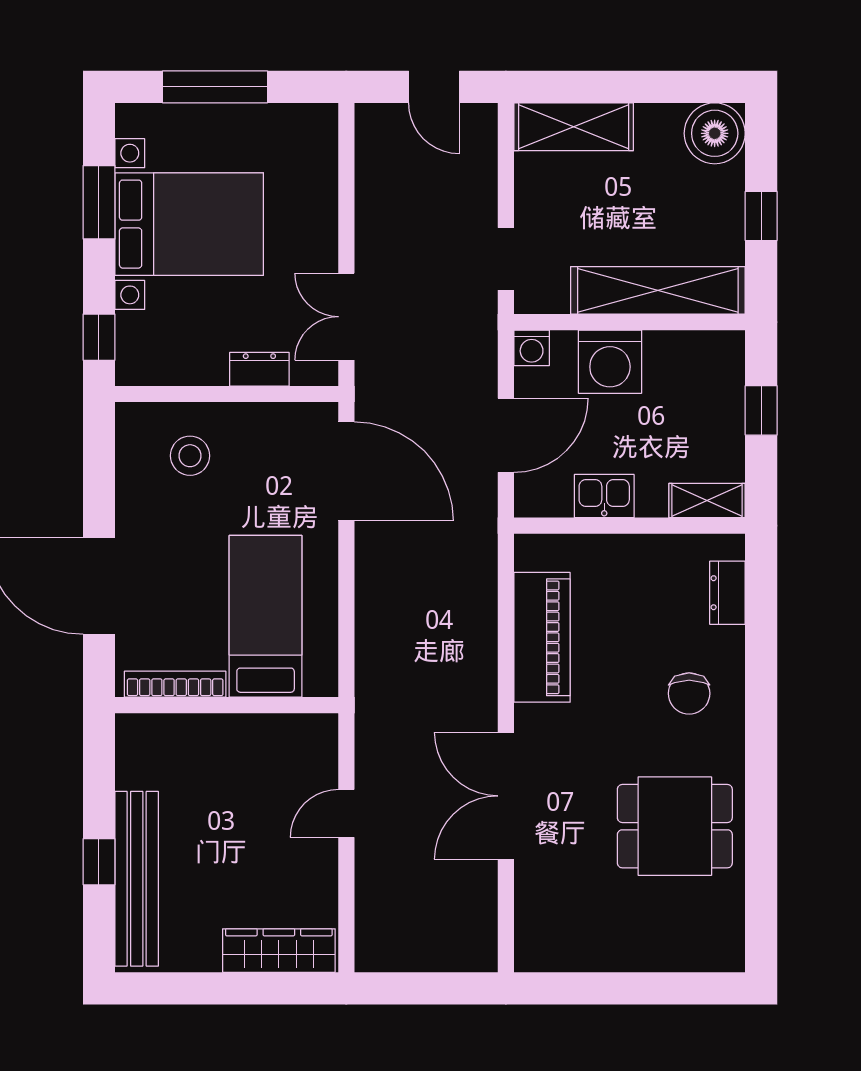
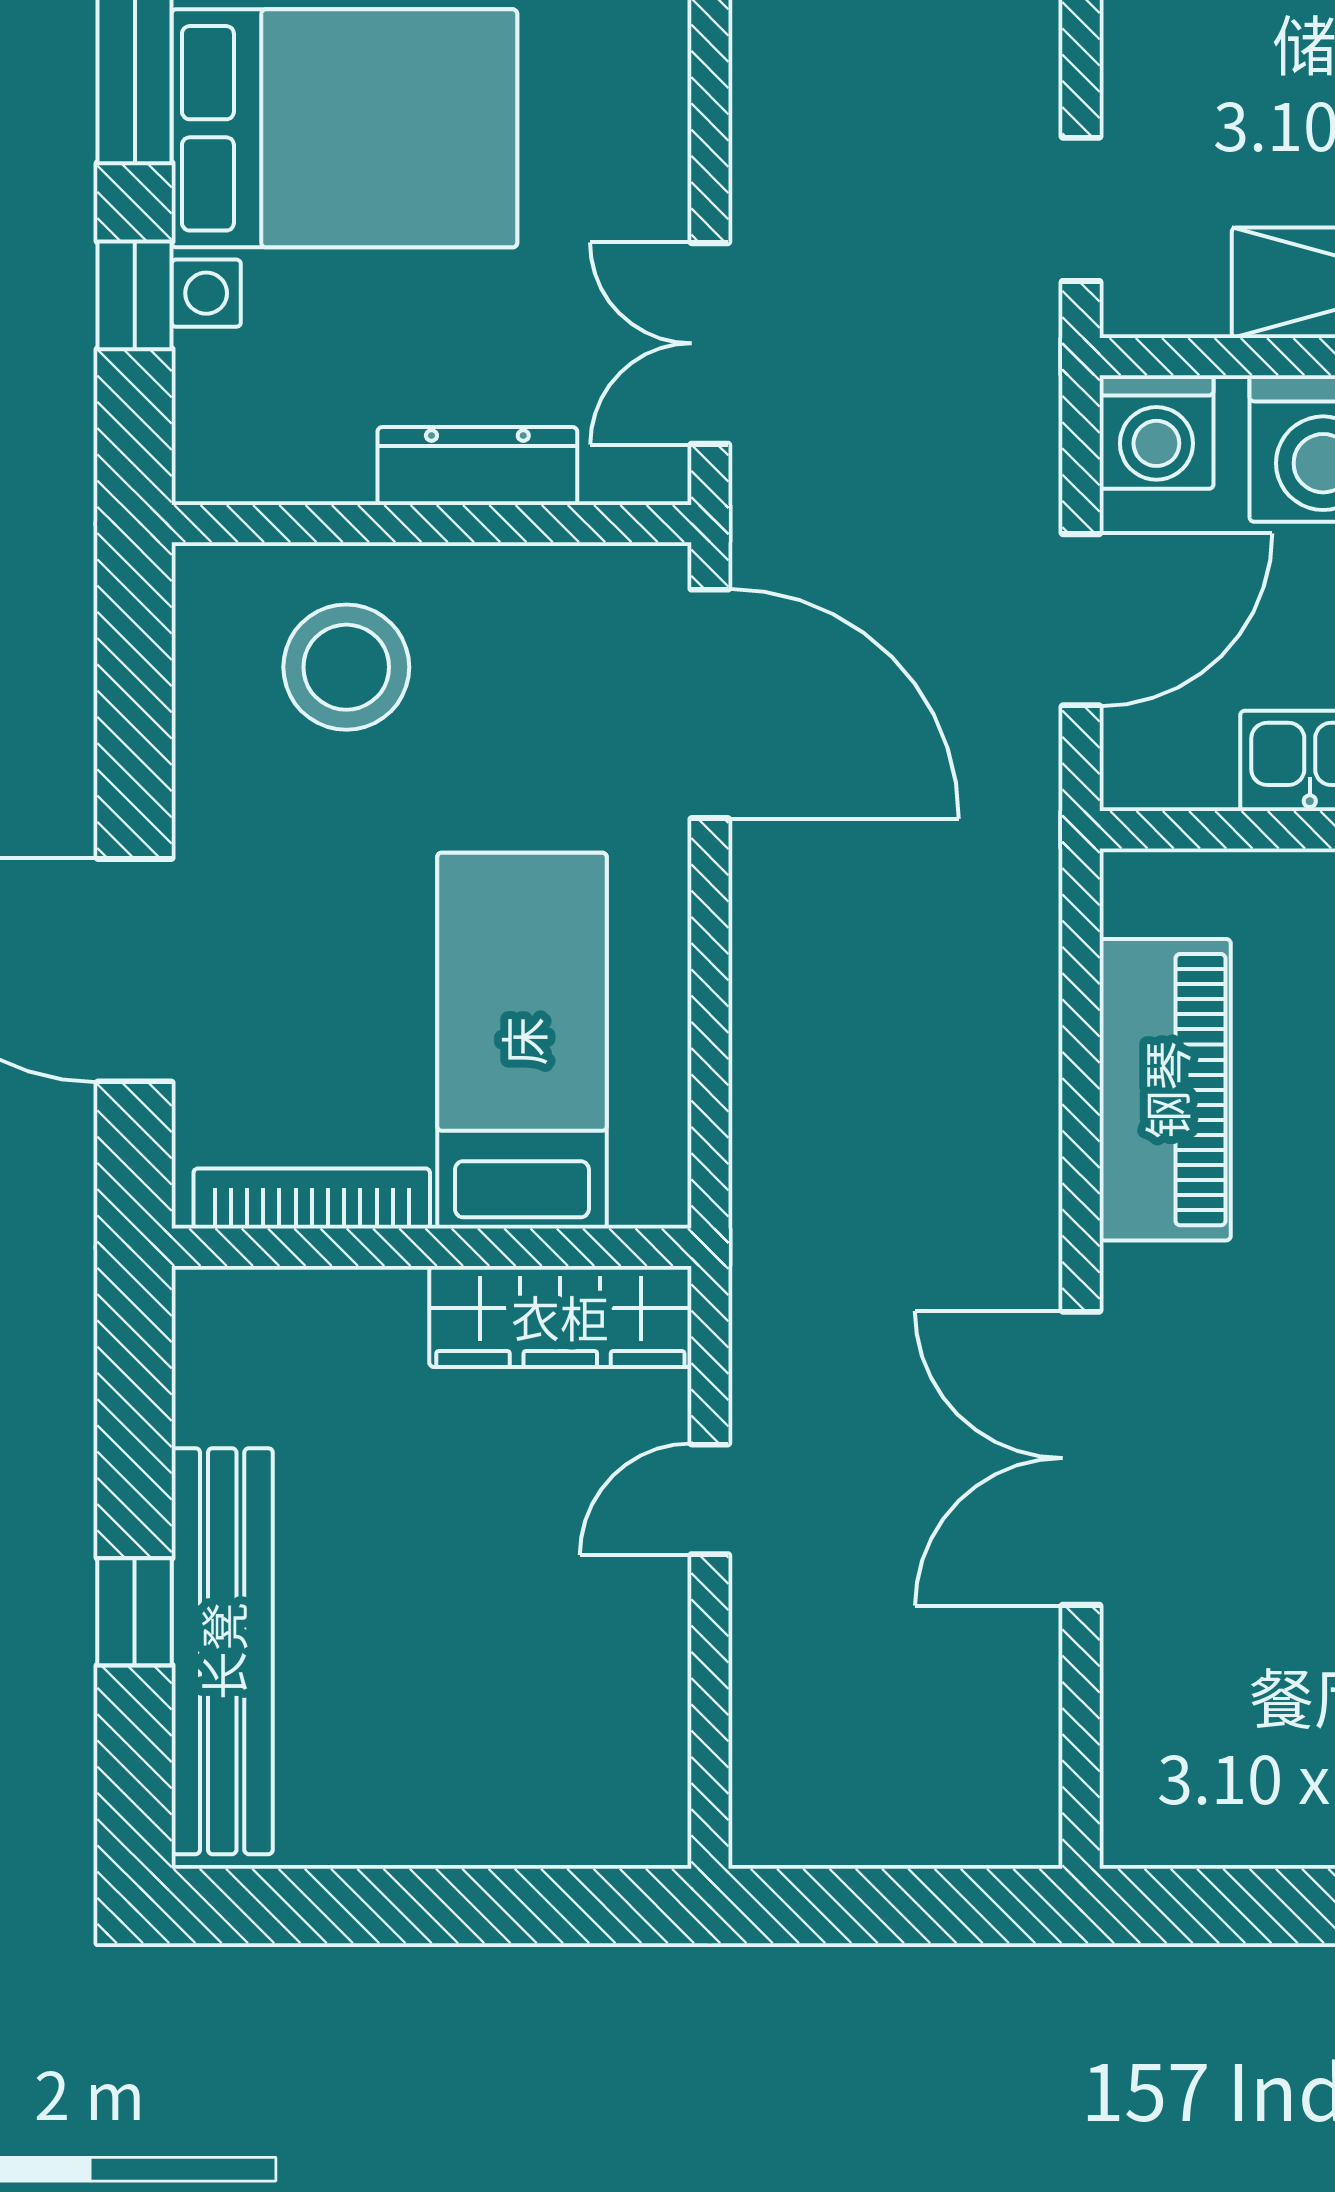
window: (99, 337) -> (135, 295), moved
washing machine: (532, 348) -> (1156, 432), width x1.38, depth x1.38
dresser: (259, 369) -> (477, 466), width x1.44
stool: (190, 456) -> (346, 667), width x1.38, depth x1.38
wardrobe: (279, 951) -> (560, 1316), moved, turned 180

